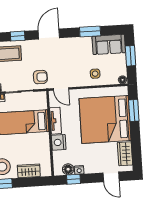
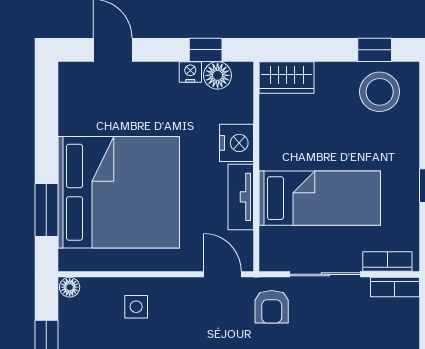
armchair: (40, 77) -> (272, 307), turned -90
wardrobe: (125, 154) -> (75, 105), removed
wardrobe: (29, 171) -> (287, 77), moved

